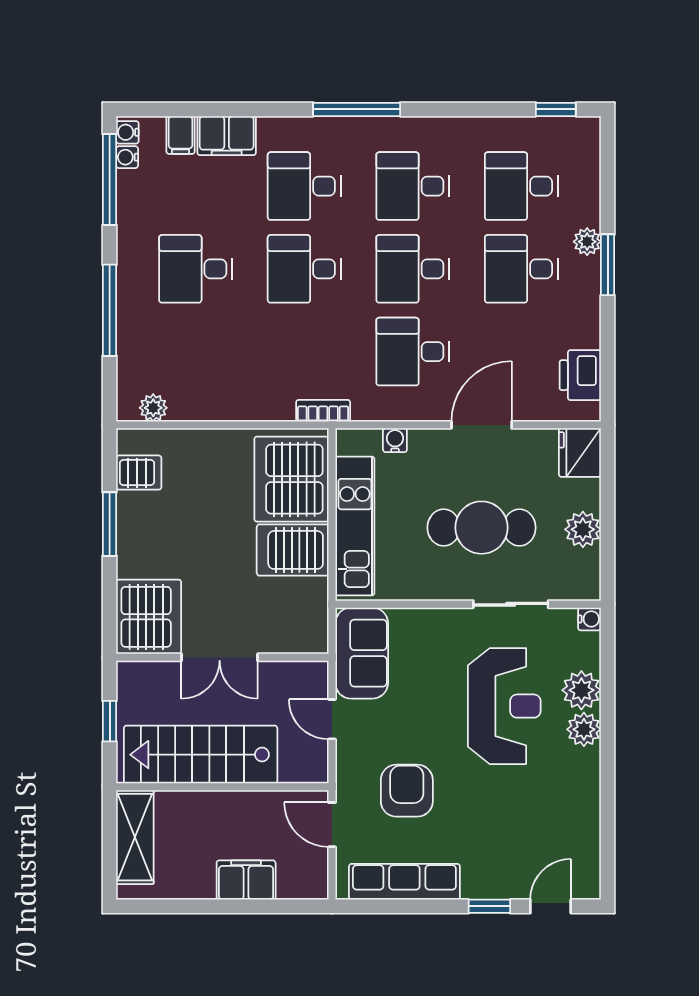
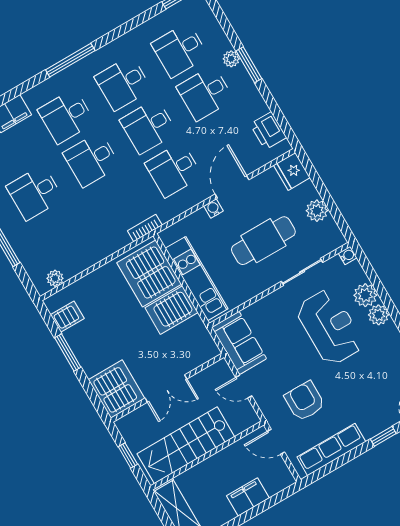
water cooler: (395, 440) -> (214, 208), moved

